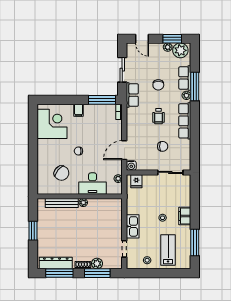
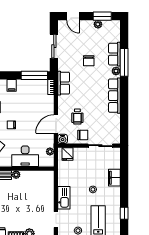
plant: (180, 50) -> (110, 27), removed
row of seats: (132, 95) -> (64, 83), moved
wheelchair: (158, 116) -> (77, 117), moved
chair: (163, 146) -> (83, 135), moved
filing cabinet: (185, 216) -> (114, 178), moved
window: (195, 242) -> (124, 213), width x0.46

